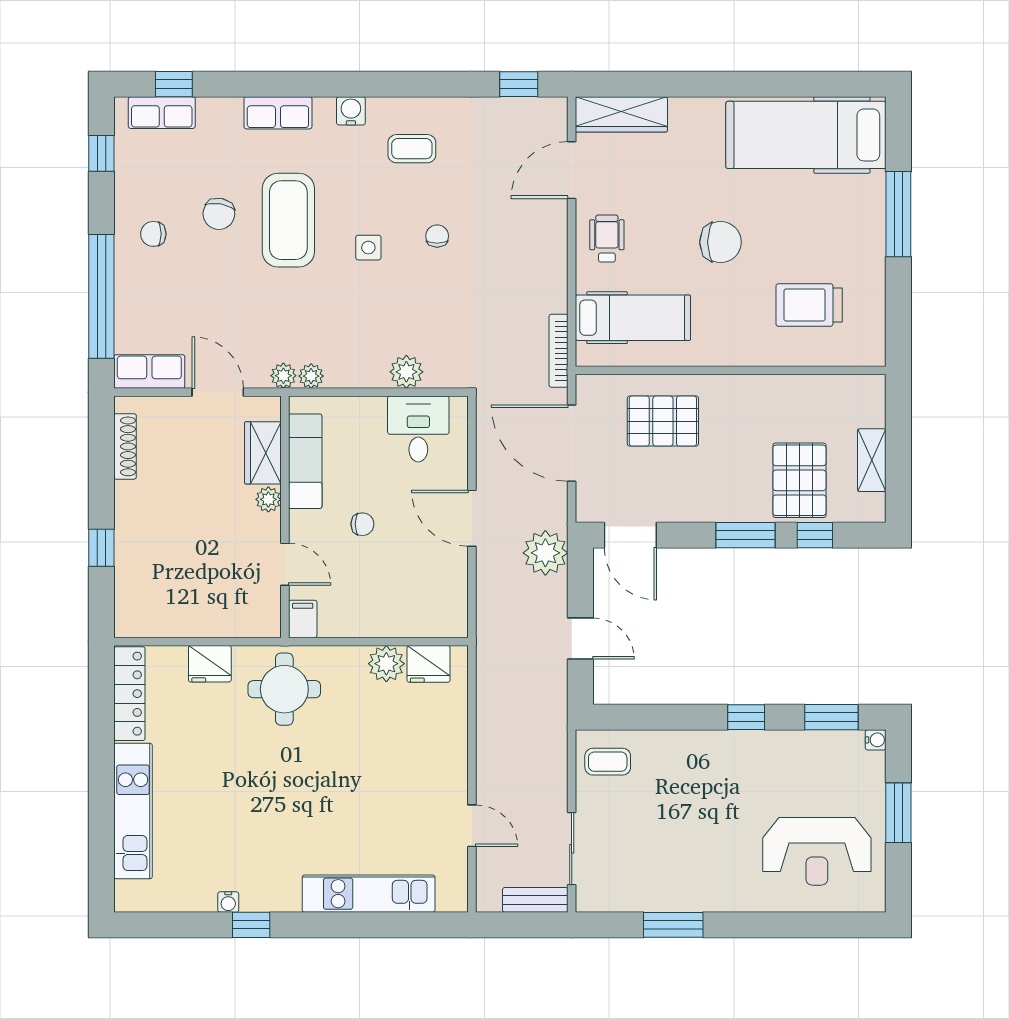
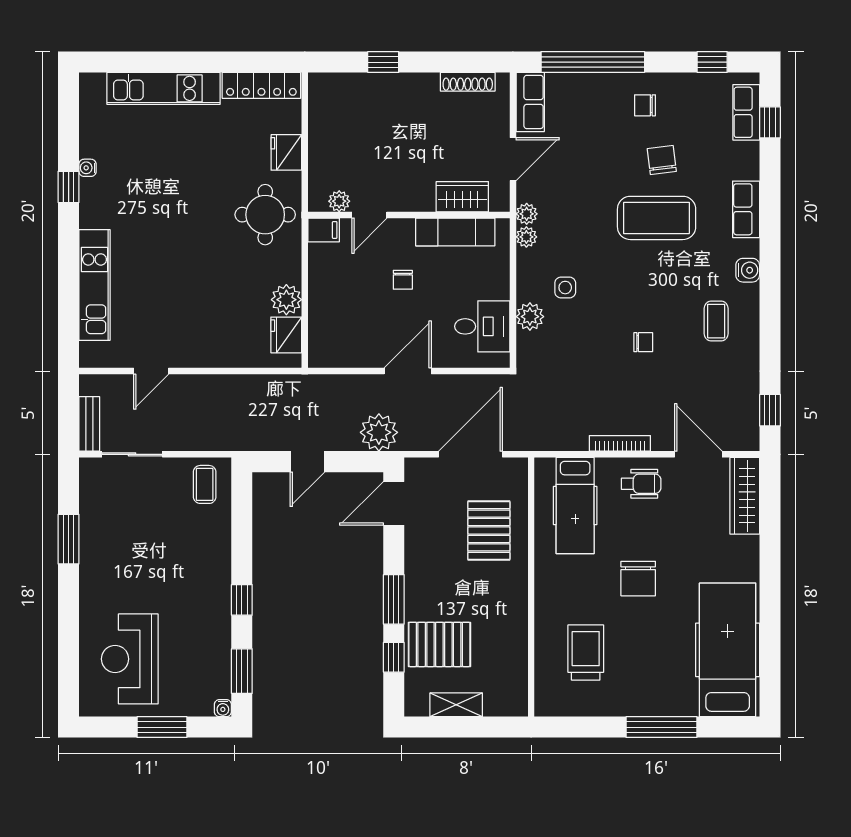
chair: (219, 214) -> (662, 160), turned 73
chair: (153, 234) -> (645, 105), turned -90
side table: (368, 248) -> (565, 288), moved
bookcase: (559, 351) -> (620, 443), moved
plant: (268, 499) -> (339, 201), moved

